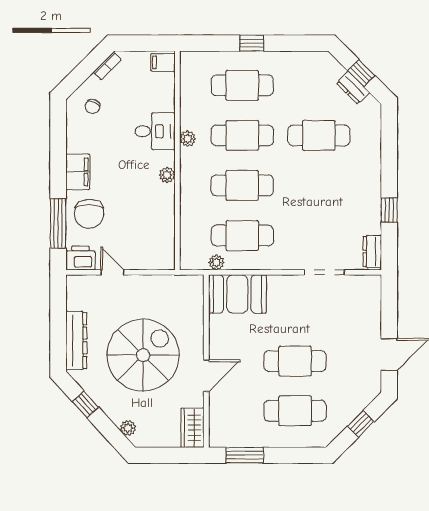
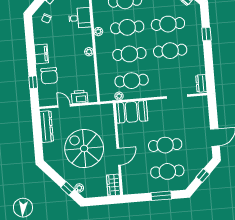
desk: (155, 131) -> (80, 18), moved
cafe table: (319, 185) -> (170, 51), added
window: (389, 210) -> (206, 34), moved
window: (58, 223) -> (33, 82), width x0.46
printer: (80, 258) -> (79, 97), moved
dresser: (76, 341) -> (46, 127), moved
spiral stairs: (143, 355) -> (84, 149), turned -90
window: (86, 404) -> (68, 188), moved
window: (245, 455) -> (161, 196), moved

